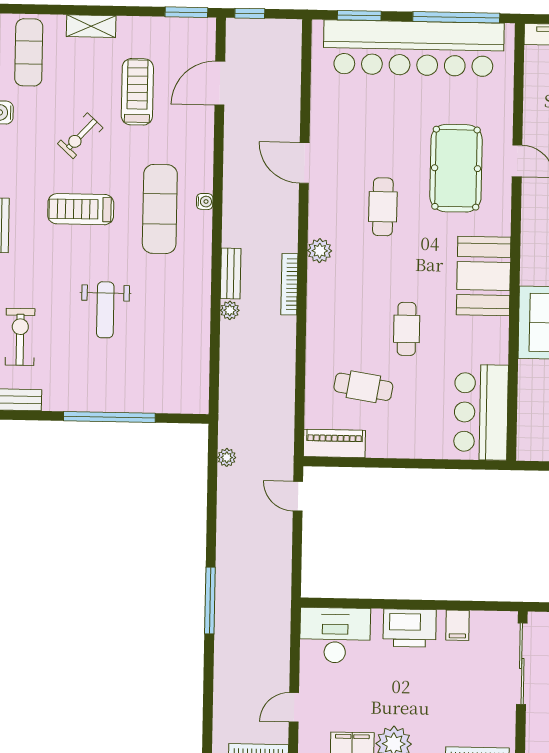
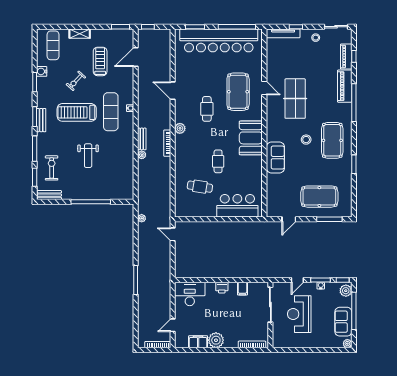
treadmill: (81, 209) -> (77, 112), width x1.37, depth x1.38
bar counter: (481, 412) -> (237, 206), moved, turned 90
piano: (334, 443) -> (188, 211), removed
printer: (410, 628) -> (222, 288), width x0.53, depth x0.68

